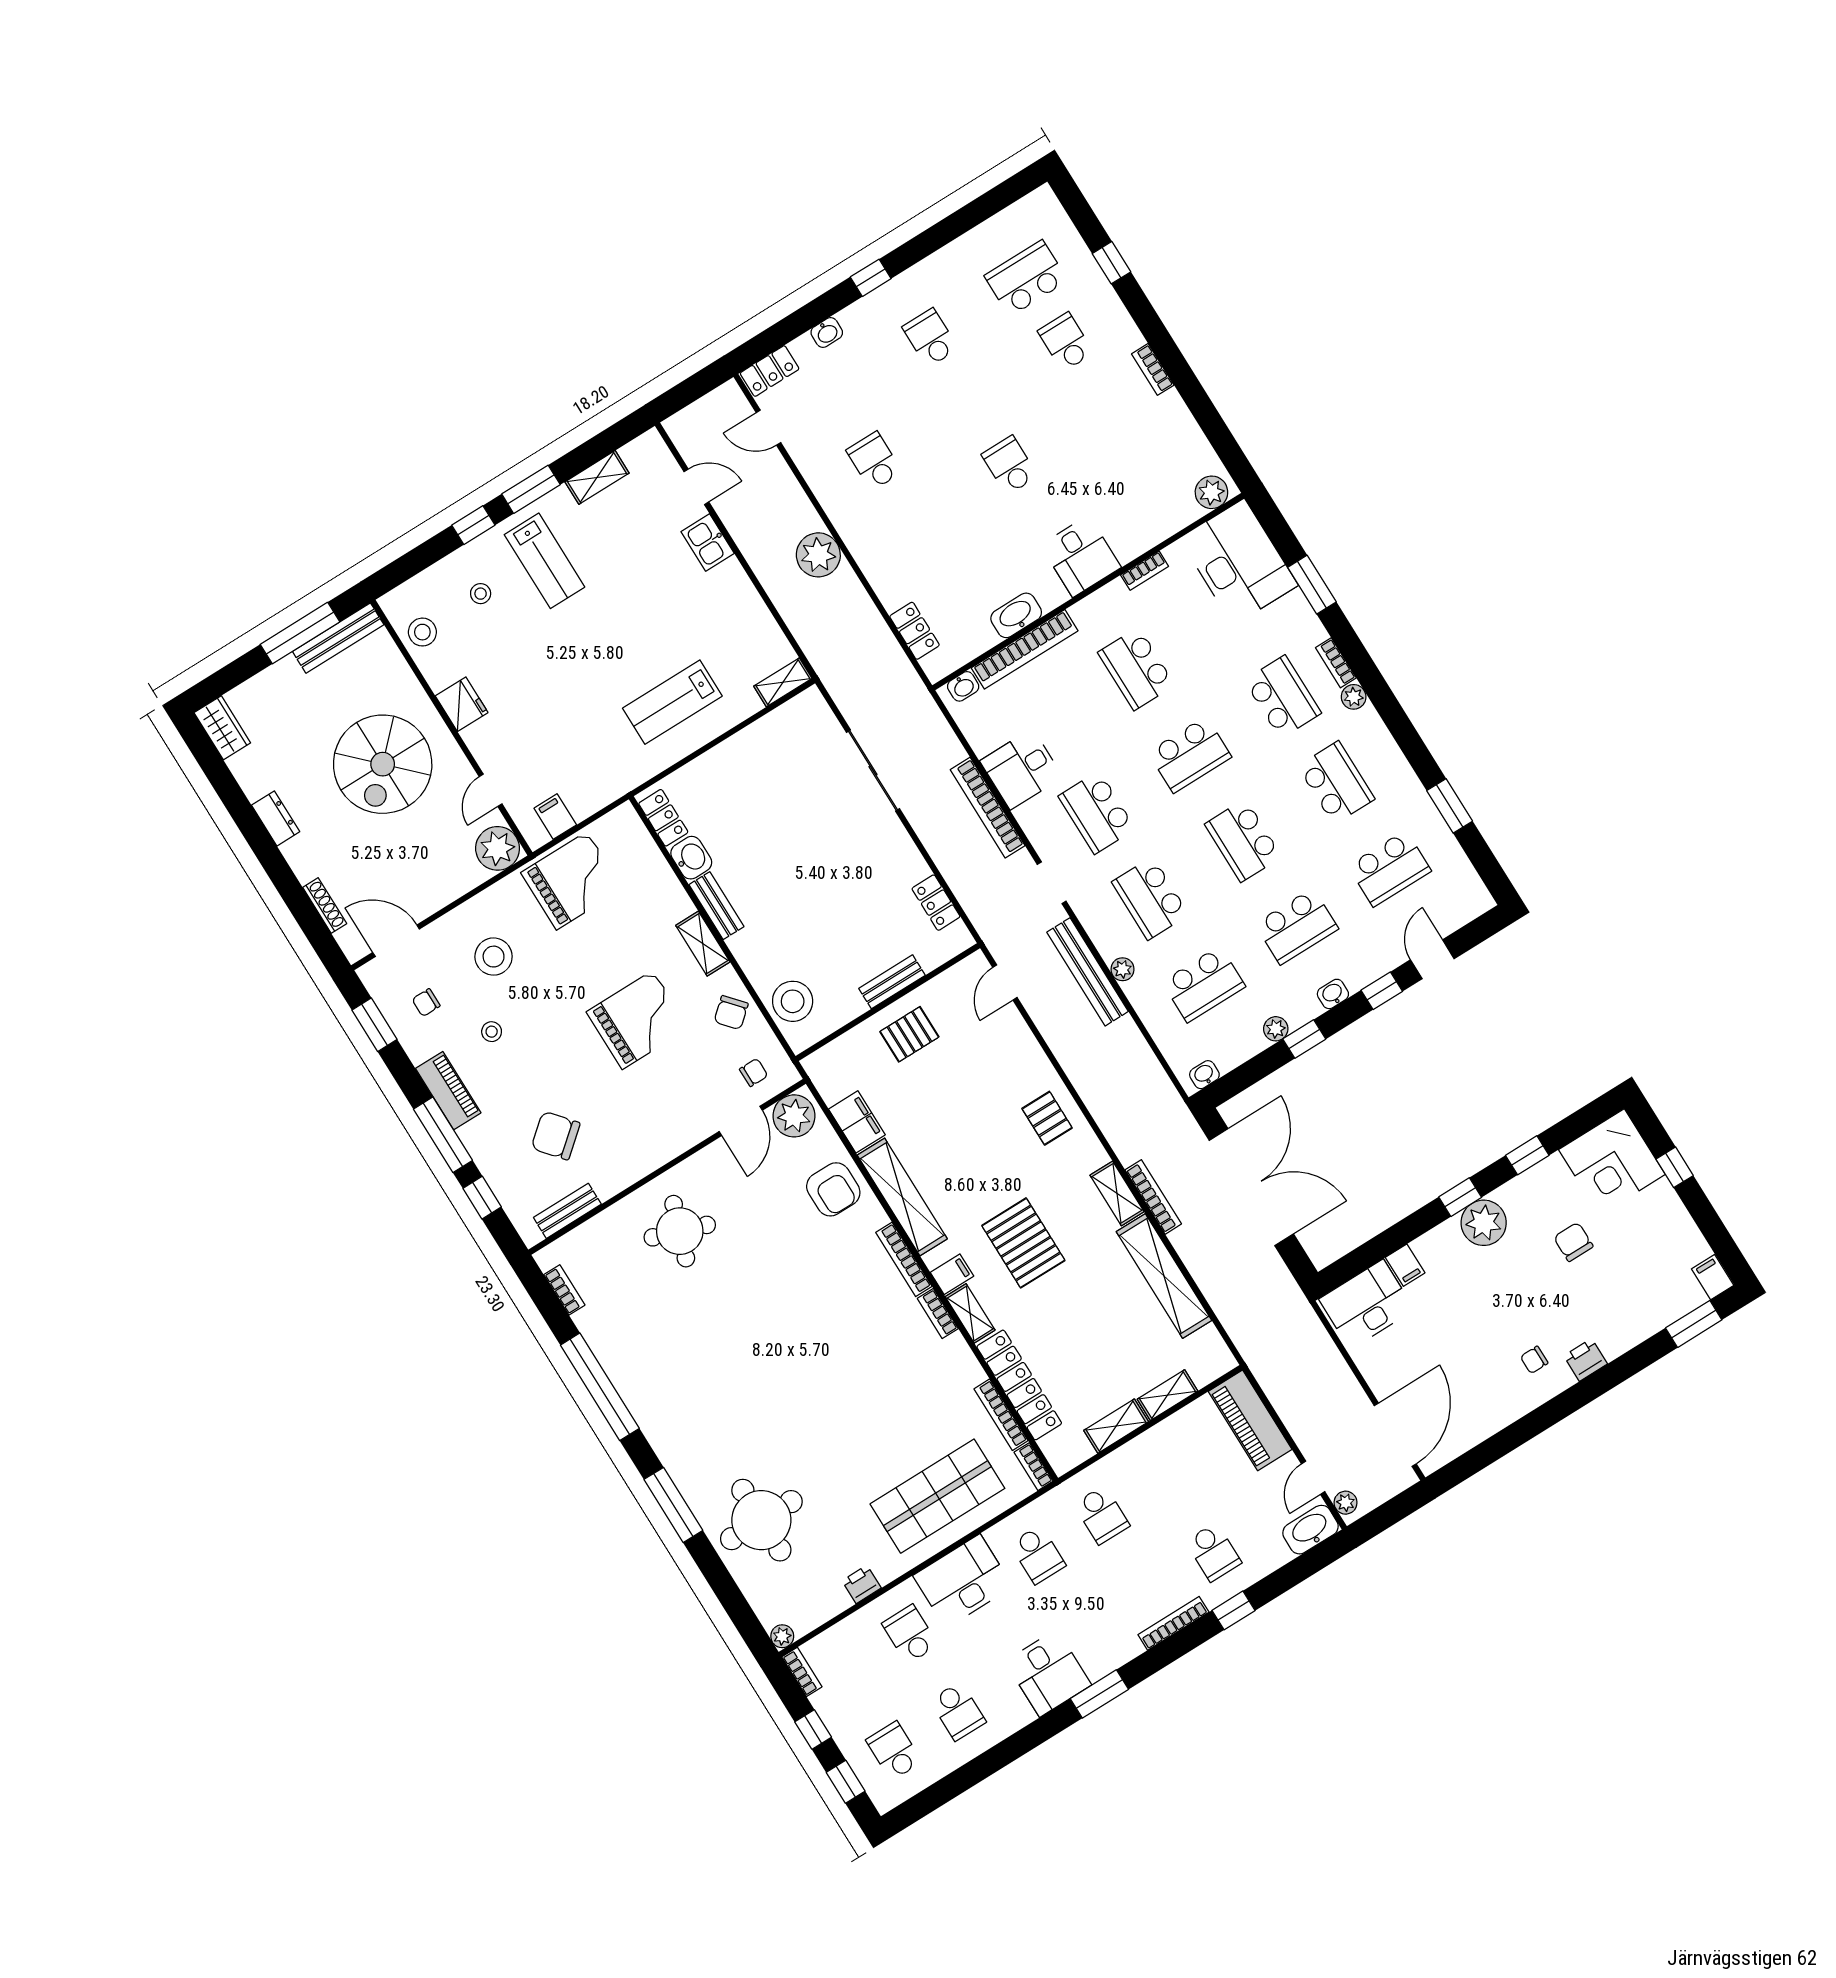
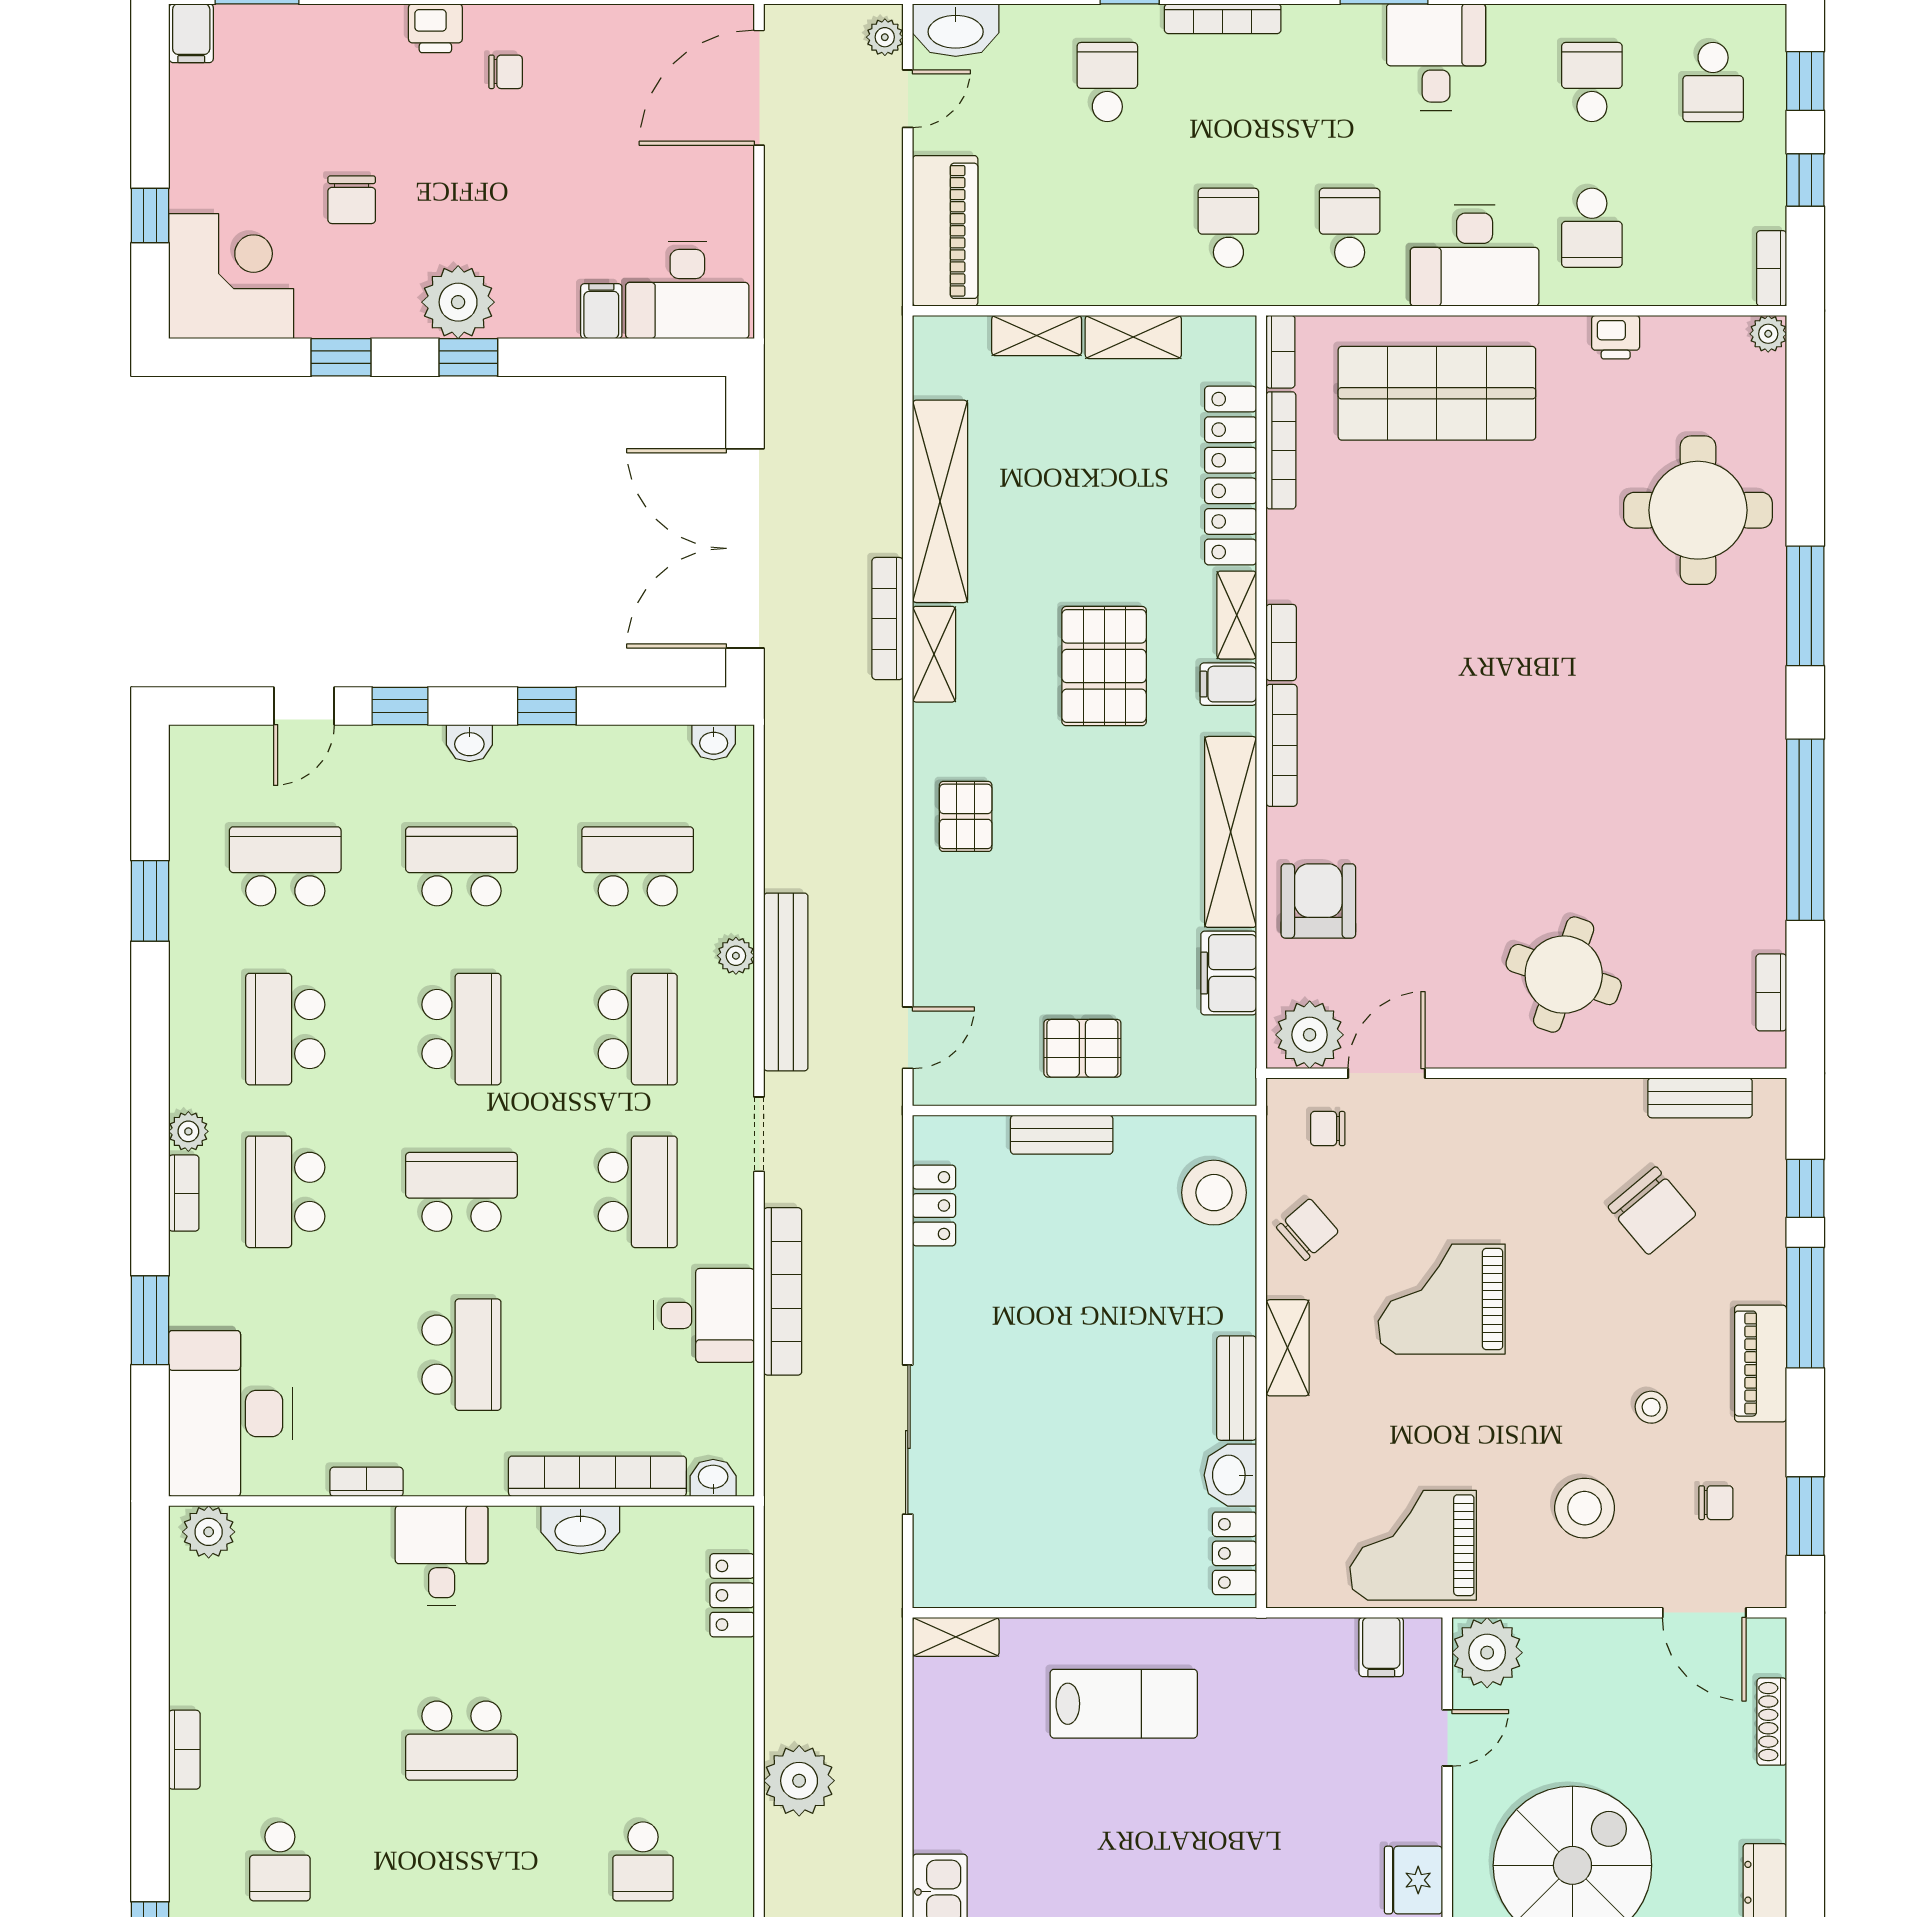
school desk: (1010, 465) -> (461, 1741), width x1.85
plant: (1276, 1029) -> (577, 744), removed

